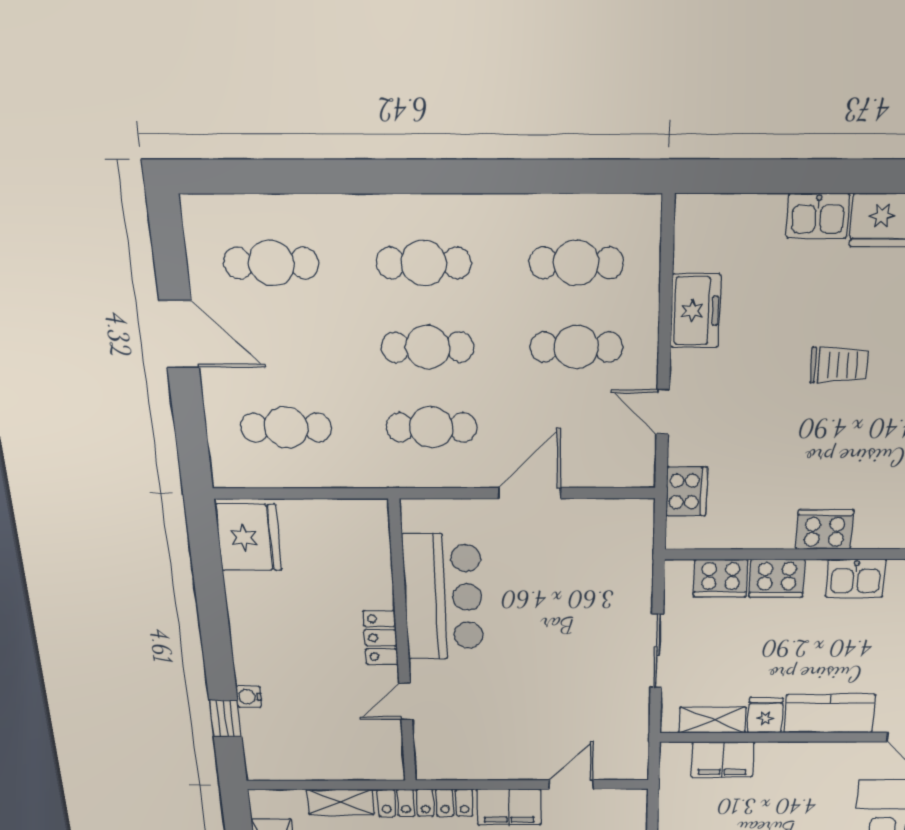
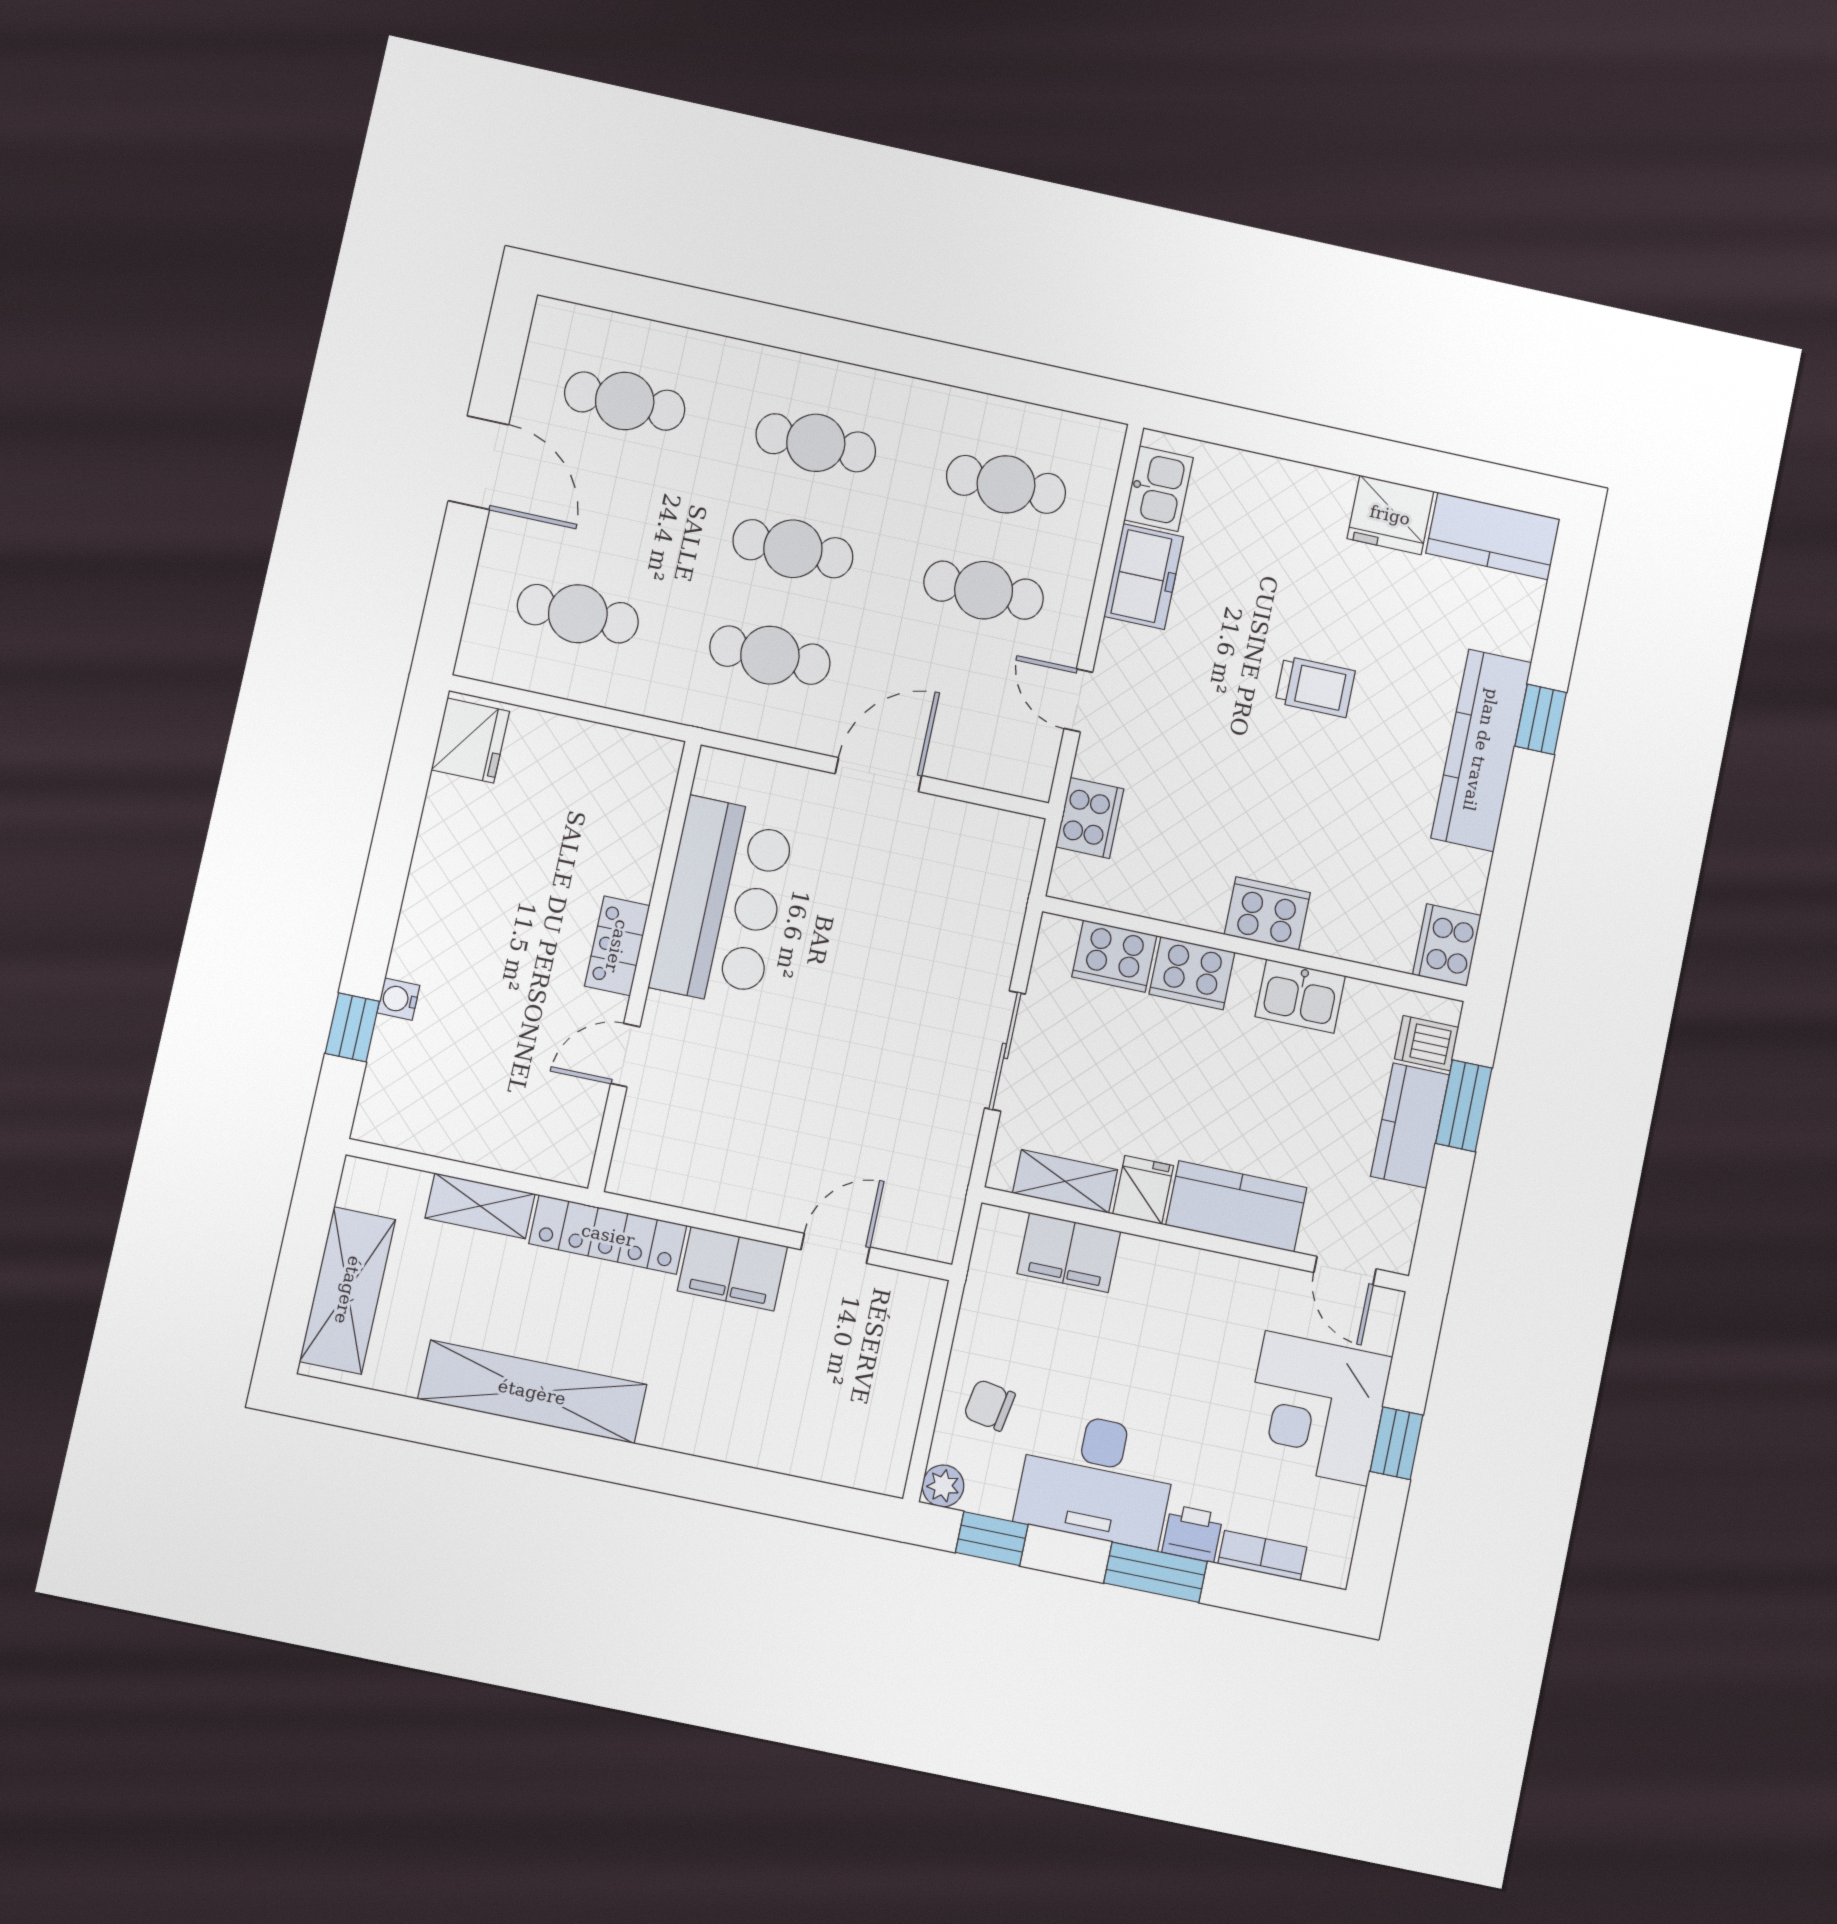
kitchen sink: (818, 216) -> (1159, 489), moved, turned -90
fridge: (249, 538) -> (470, 741), width x0.73, depth x0.75

